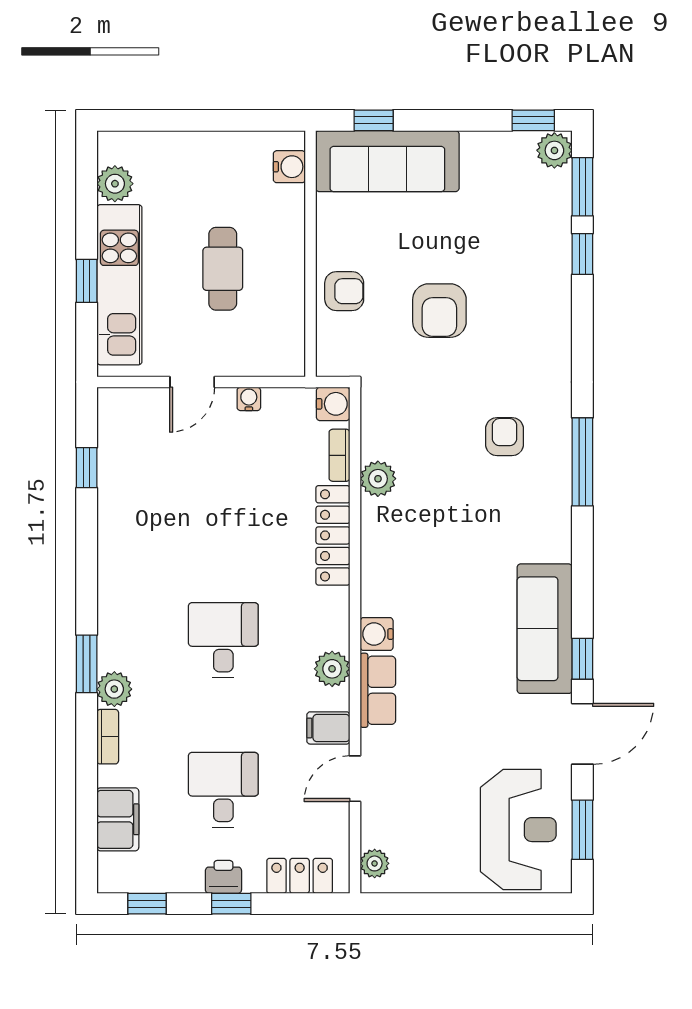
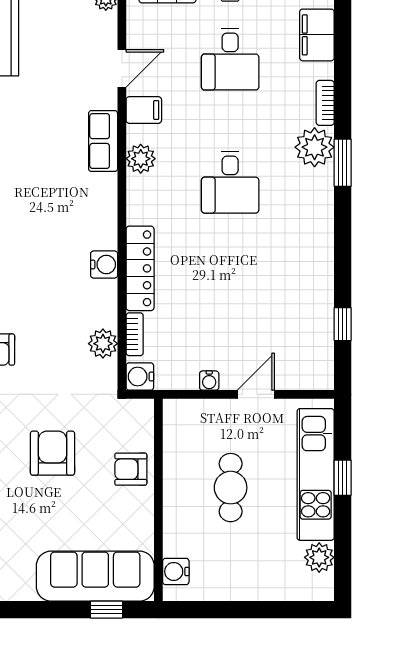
plant: (378, 479) -> (103, 344), moved
water cooler: (377, 634) -> (104, 265), moved
plant: (114, 689) -> (315, 147), width x1.36, depth x1.36

